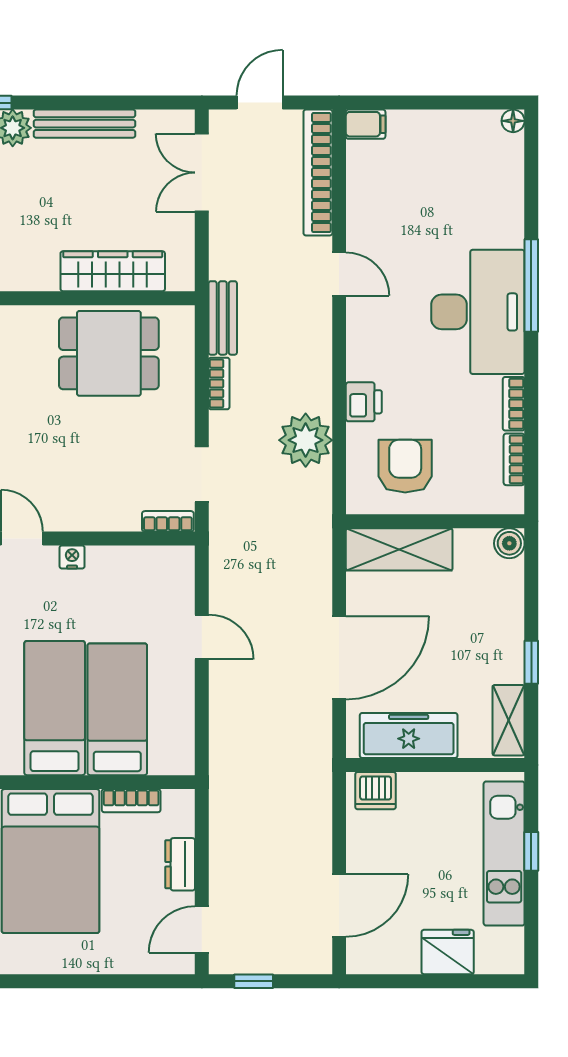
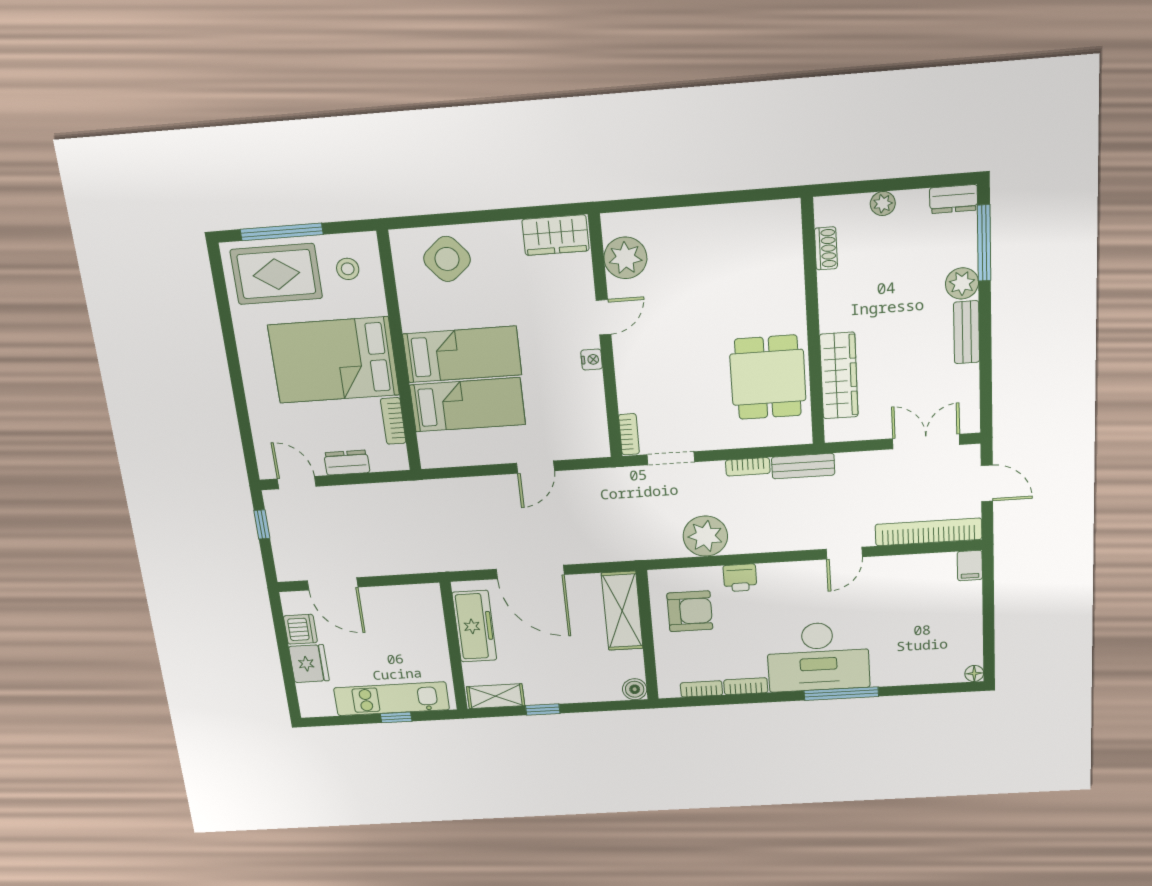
bench: (85, 124) -> (967, 332), width x0.73
dishwasher: (376, 791) -> (300, 629), moved, turned 180

